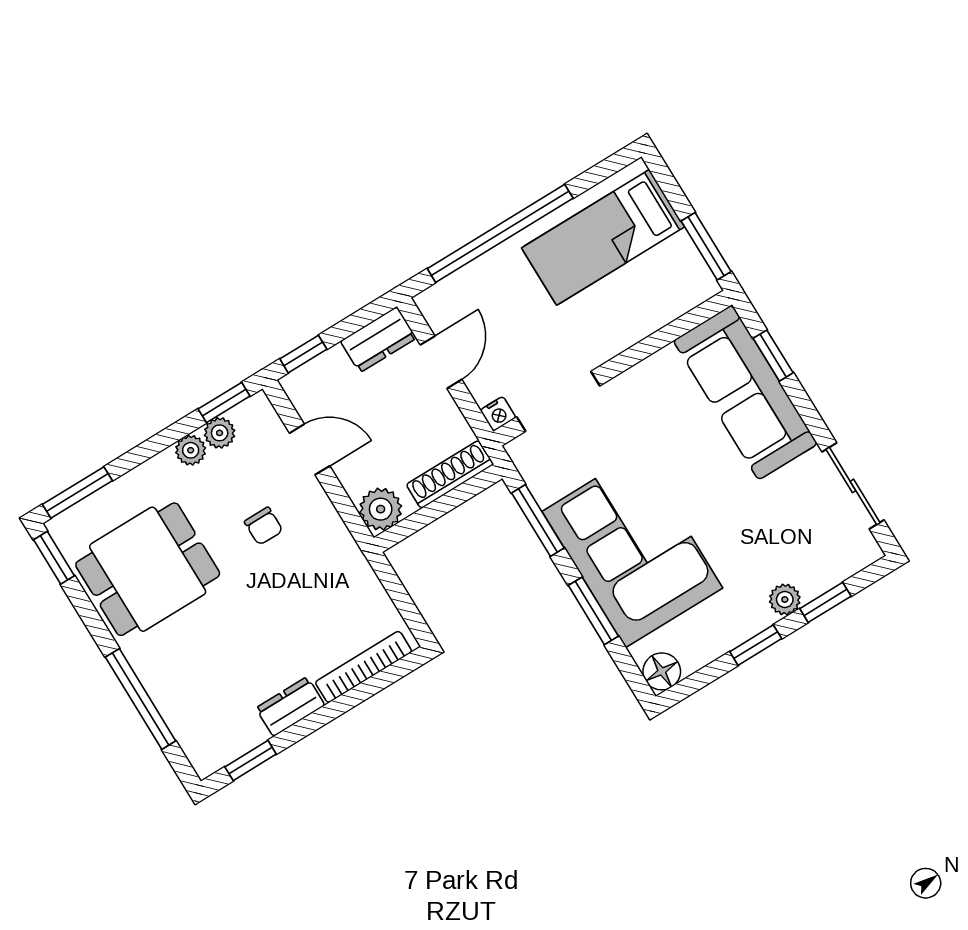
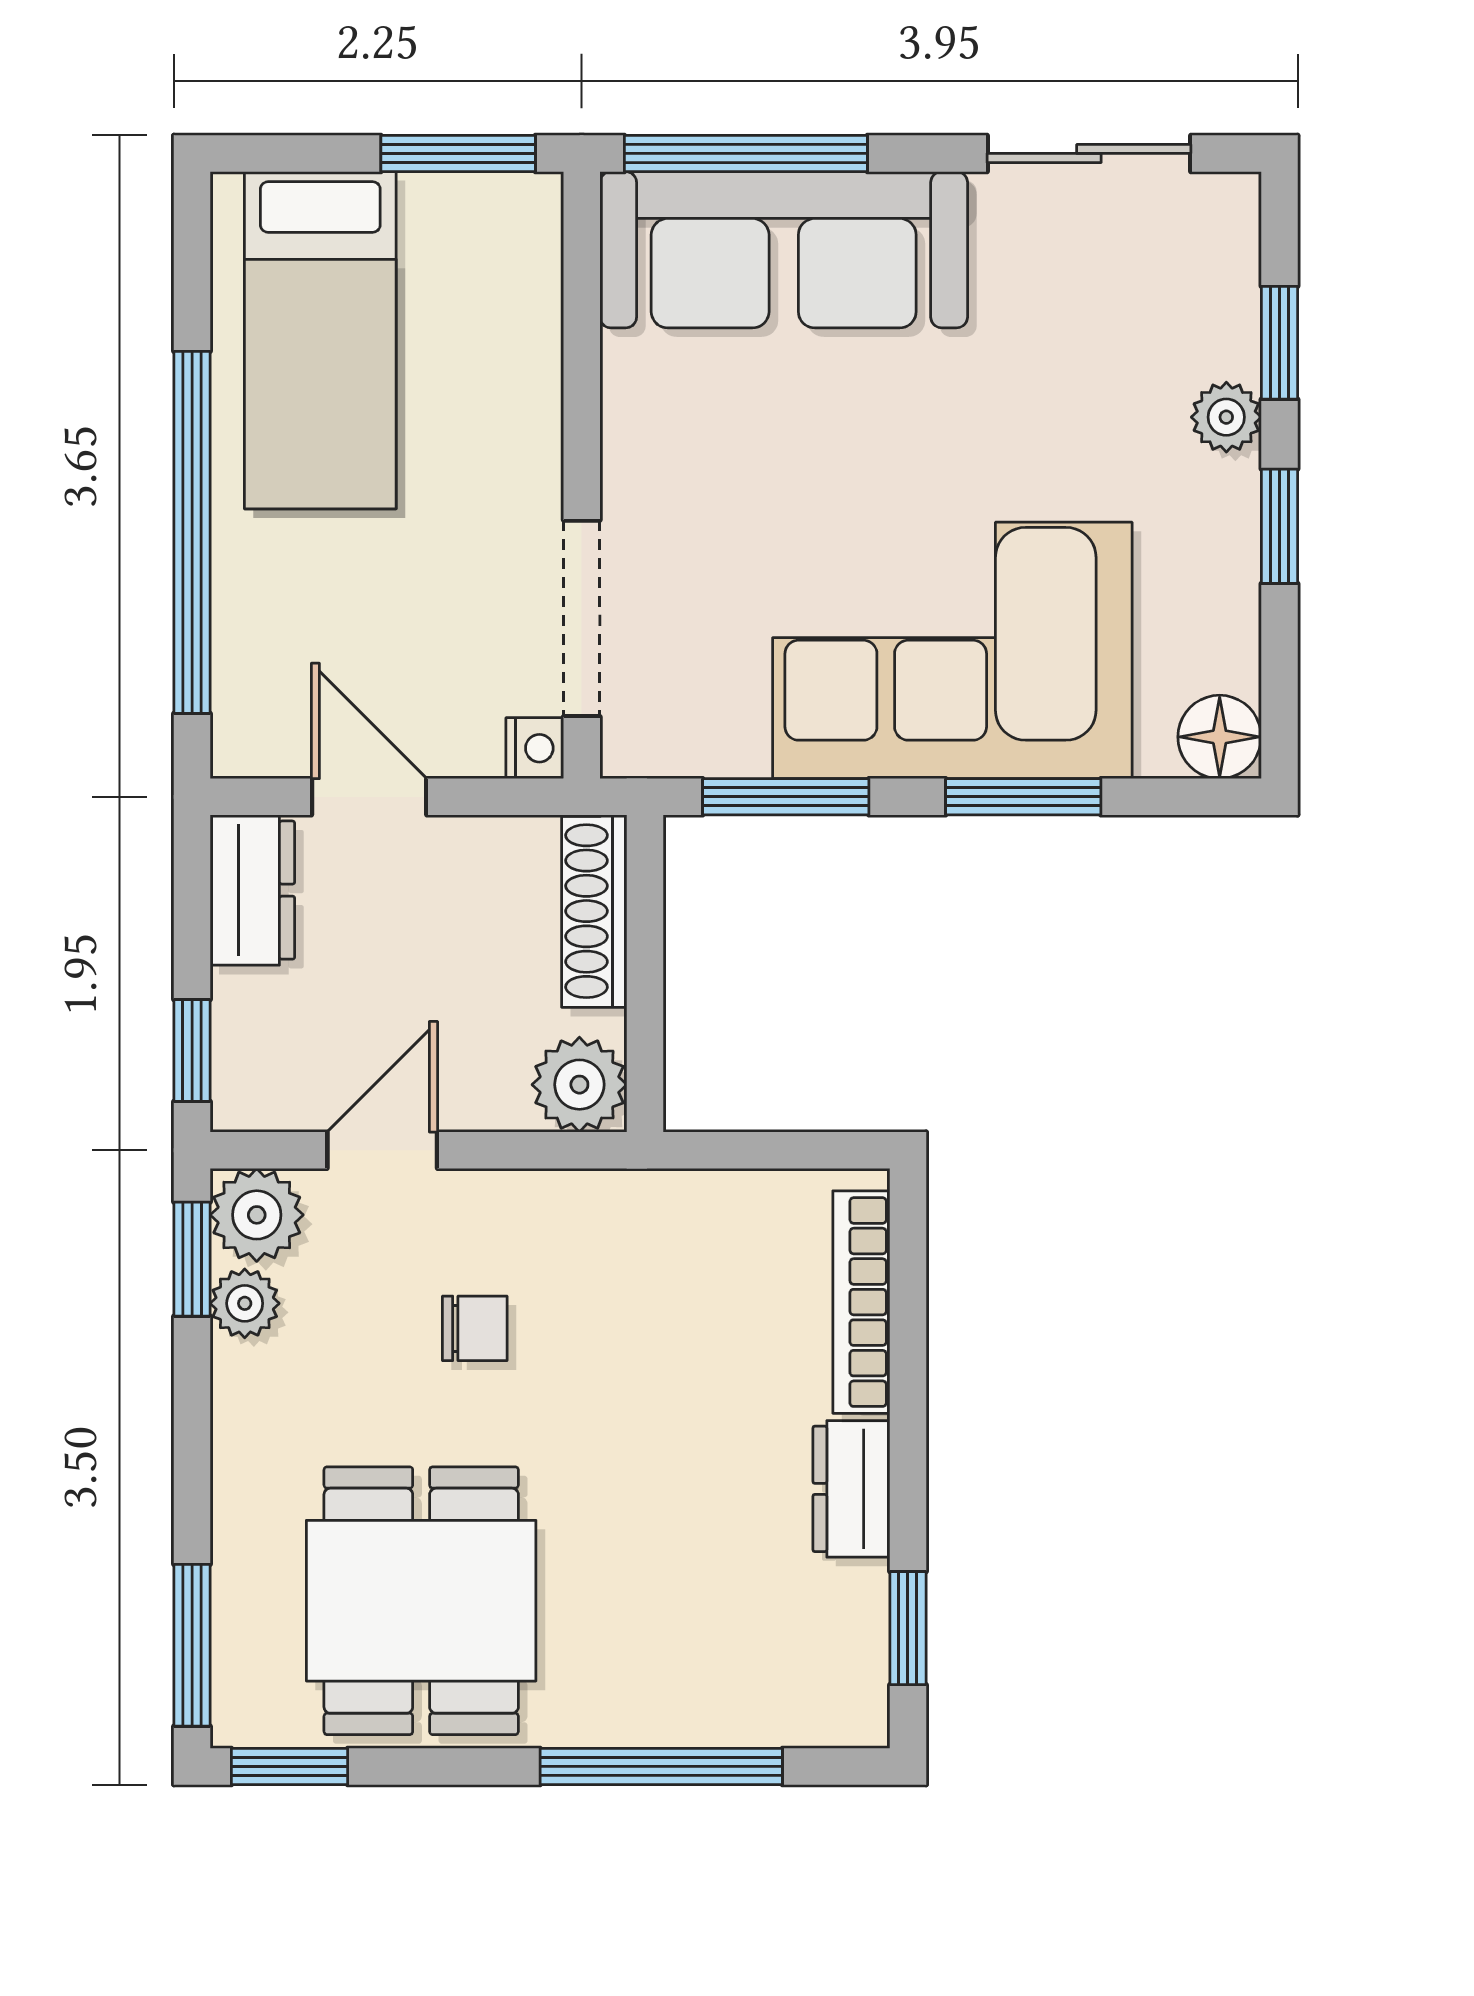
window: (773, 356) -> (746, 153), width x2.17
plant: (191, 450) -> (257, 1215), moved, width x1.38, depth x1.38

